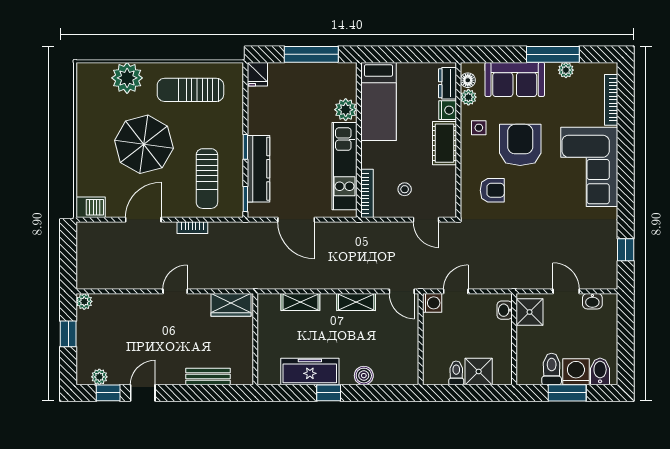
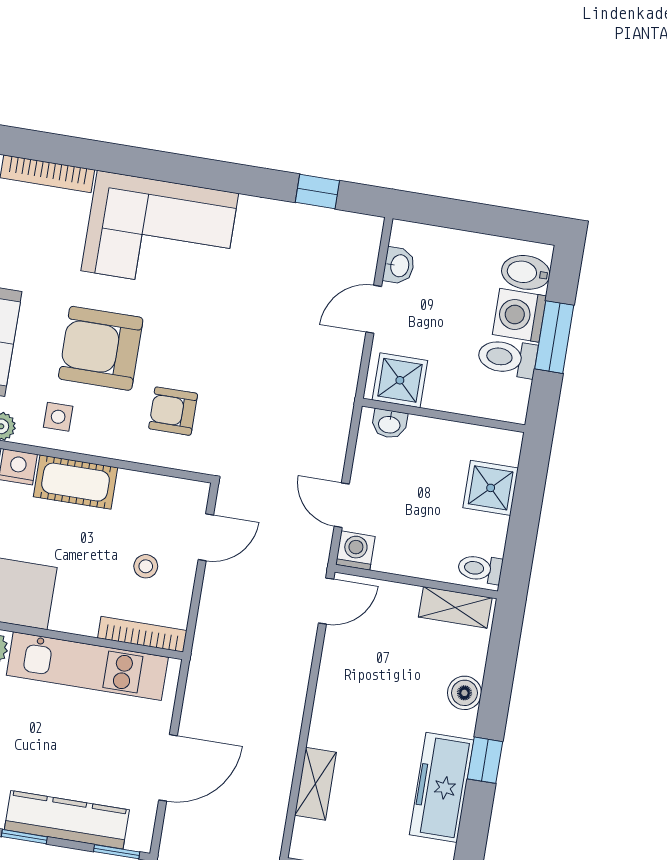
armchair: (492, 190) -> (173, 411), turned -90
shelving: (356, 302) -> (455, 607), moved, turned 90
toilet: (456, 373) -> (480, 569), moved

